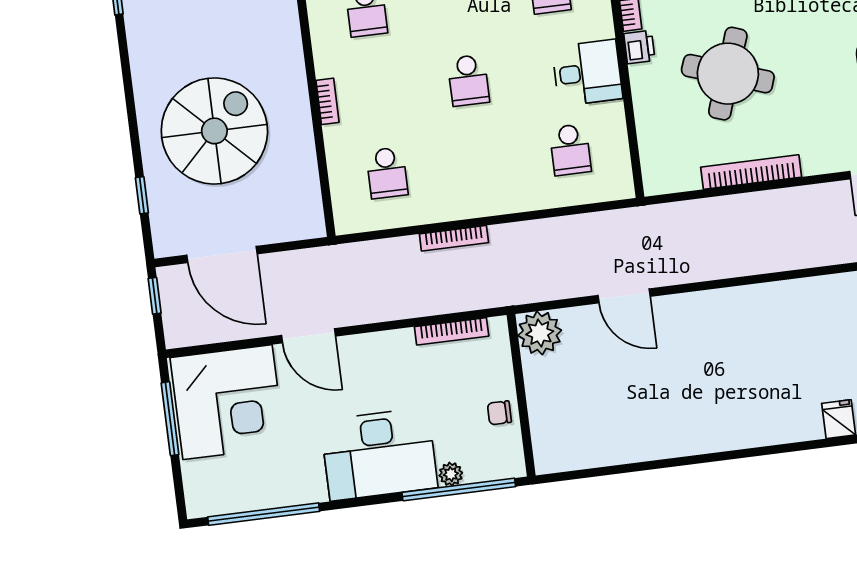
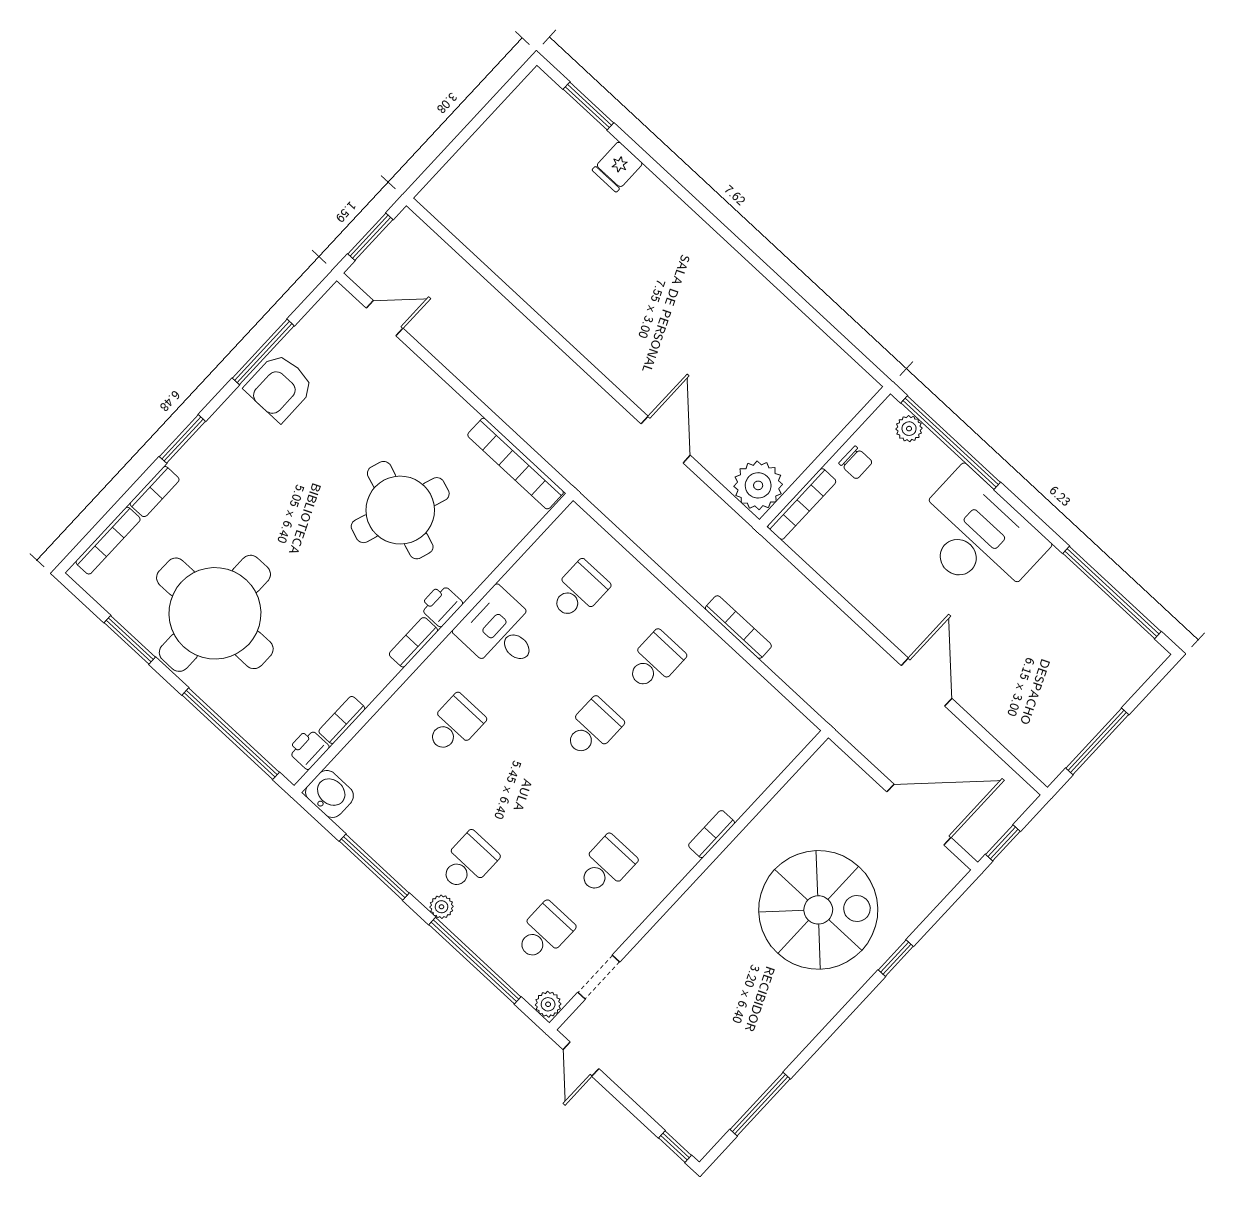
spiral stairs: (214, 131) -> (818, 910), turned 180
bookcase: (751, 172) -> (516, 464), moved
school desk: (387, 173) -> (655, 661), moved
window: (142, 195) -> (896, 958), moved
door: (222, 255) -> (919, 815), hinge flipped
bookcase: (452, 331) -> (802, 504), moved, turned 90
corner desk: (228, 402) -> (1042, 704), removed
plant: (451, 474) -> (909, 429), moved

